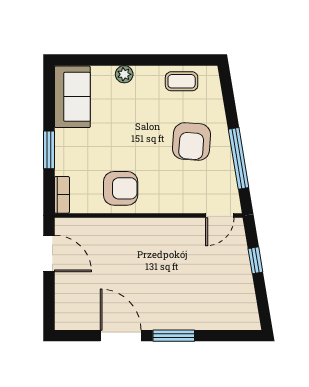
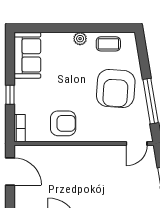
plant: (124, 74) -> (80, 39), moved
armchair: (191, 142) -> (116, 89), width x1.36, depth x1.36
window: (49, 150) -> (10, 95), width x0.67

